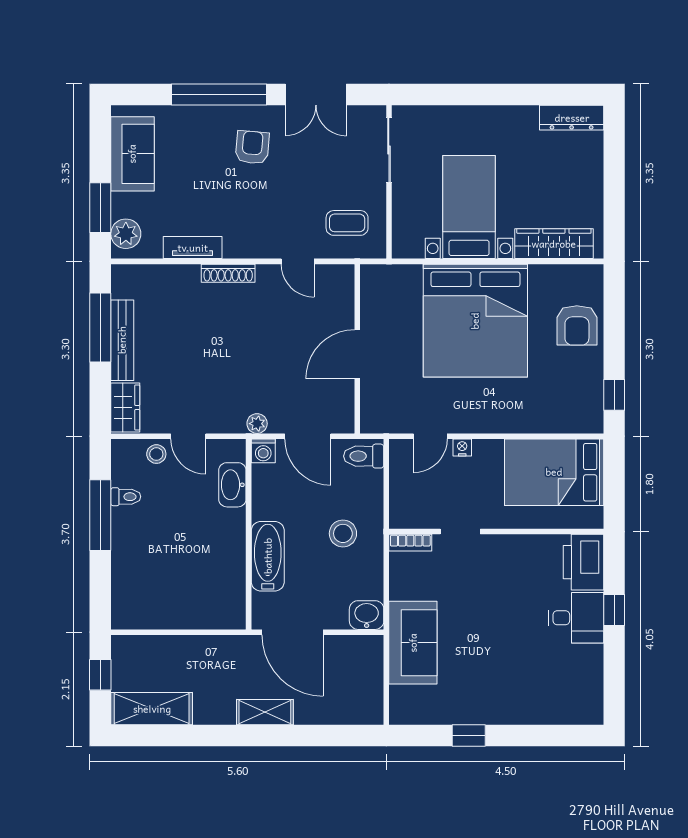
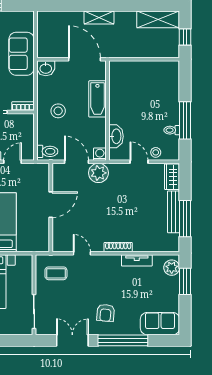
sofa: (132, 154) -> (160, 324), moved, turned 90
plant: (257, 424) -> (98, 173), width x1.88, depth x1.88

